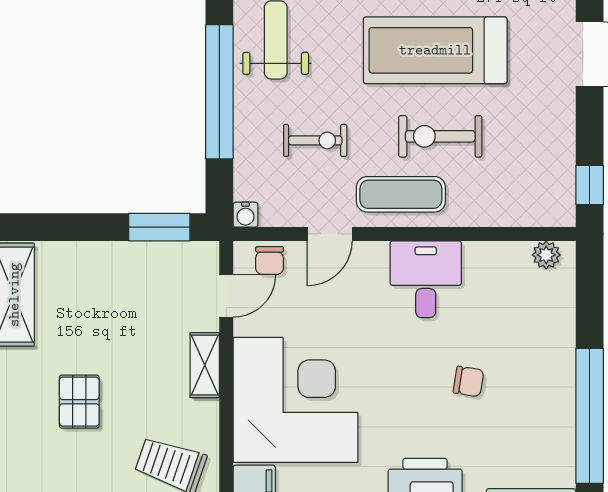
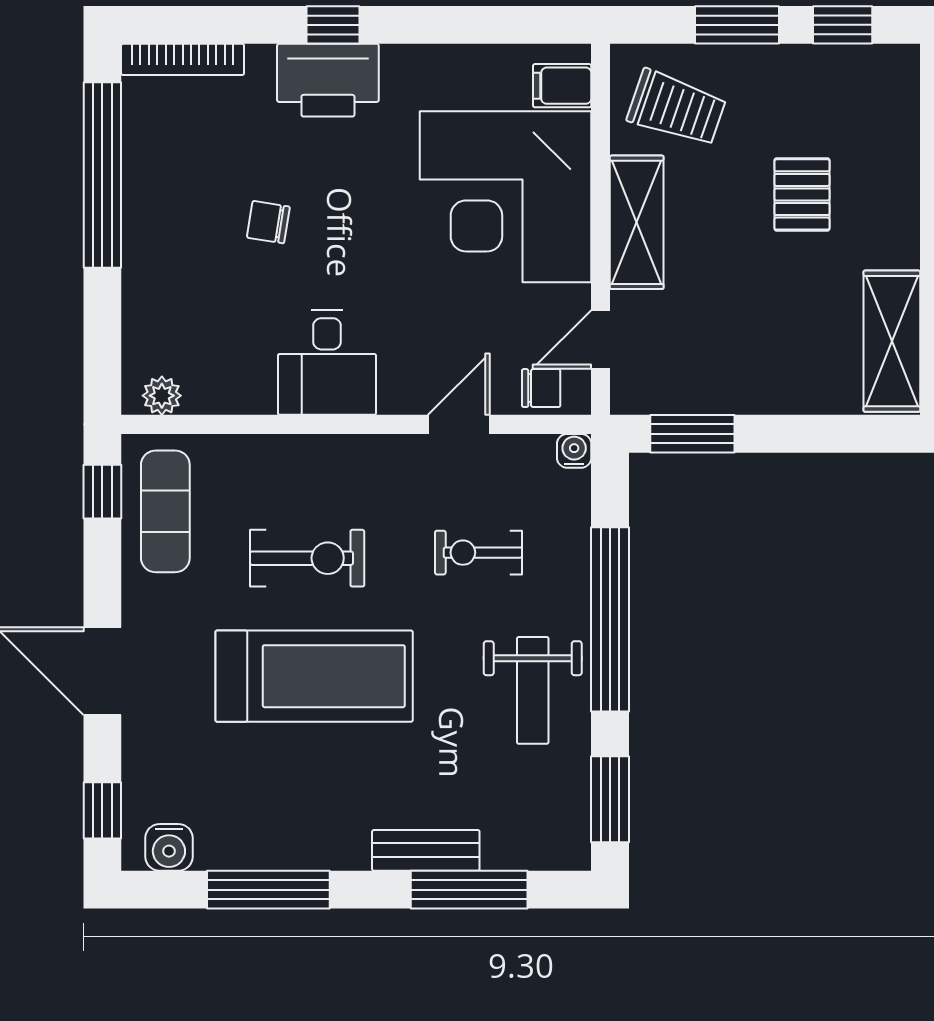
exercise mat: (401, 194) -> (165, 511), moved, turned 90
chair: (270, 260) -> (541, 388), turned 90
shelving: (205, 365) -> (637, 222), width x1.50, depth x1.33

